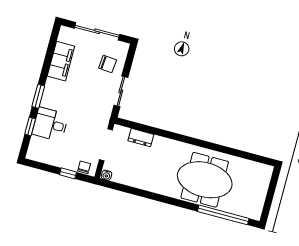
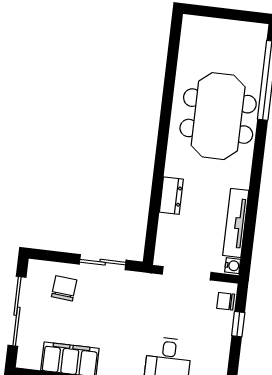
dresser: (141, 138) -> (171, 196), moved
tv unit: (134, 181) -> (236, 223), added

